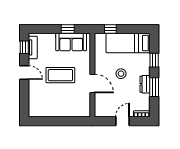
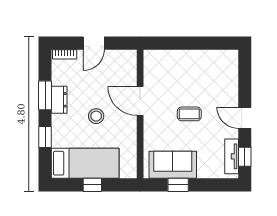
window: (110, 29) -> (92, 185), moved
coffee table: (60, 75) -> (189, 114), width x0.54, depth x0.58

